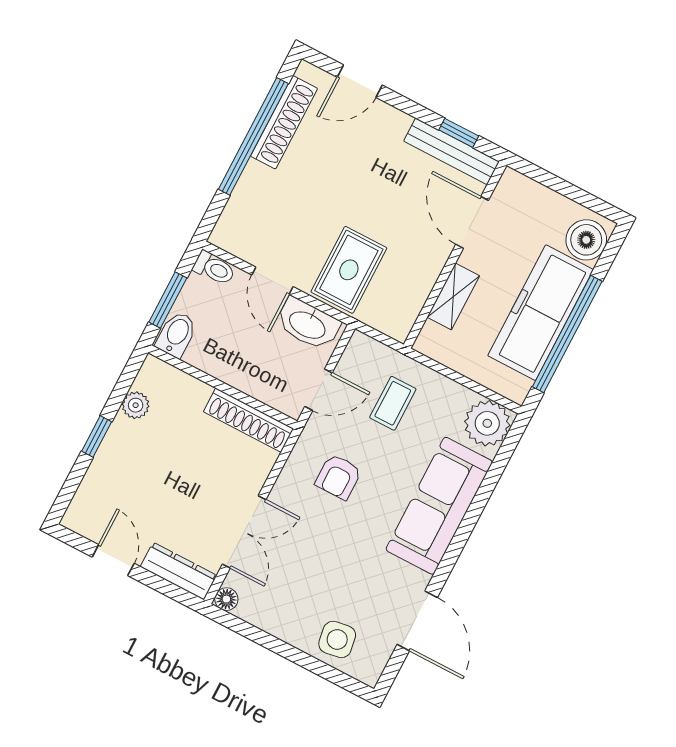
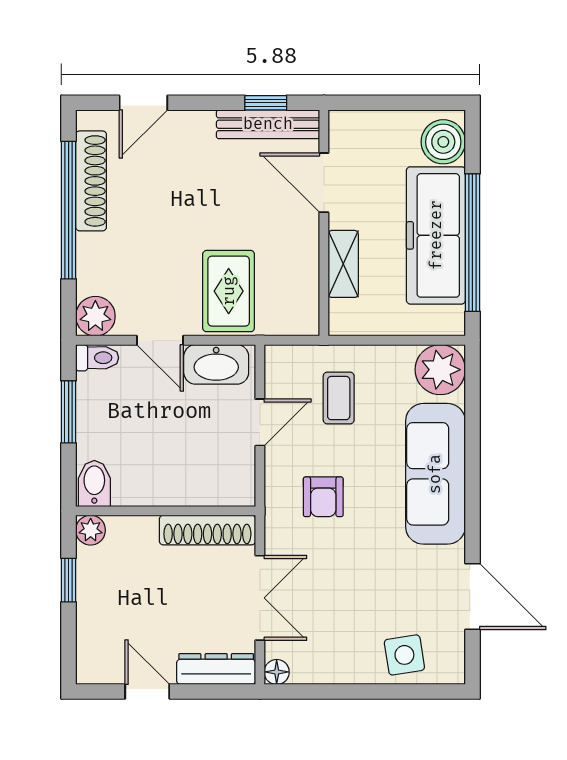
plant: (230, 234) -> (95, 316), added
bidet: (176, 334) -> (94, 484), moved
wall: (223, 387) -> (166, 511), moved
shoe rack: (249, 420) -> (207, 530), moved

